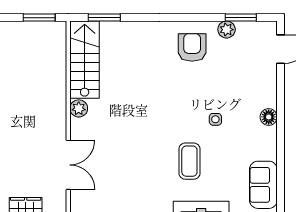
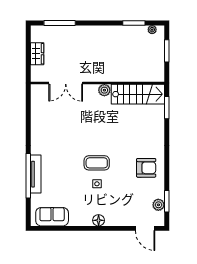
window: (39, 18) -> (167, 51), moved
plant: (227, 30) -> (158, 205), moved
coffee table: (189, 161) -> (97, 163), moved

